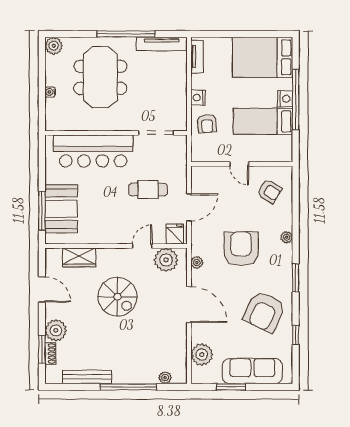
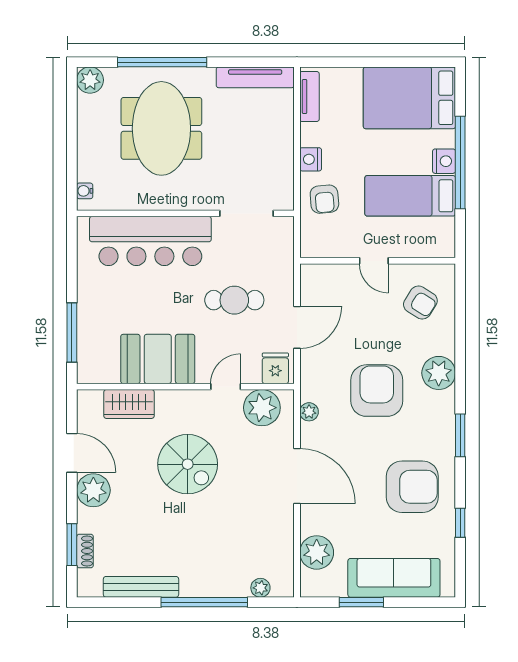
window: (126, 34) -> (162, 62), moved
water cooler: (50, 92) -> (85, 191), moved
booth: (61, 209) -> (158, 359), moved, turned 90
plant: (287, 237) -> (439, 373), width x1.88, depth x1.88
armchair: (264, 312) -> (412, 487), turned -115
plant: (56, 330) -> (93, 490), moved

